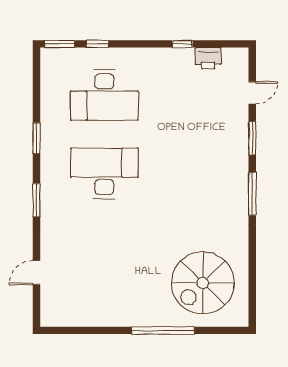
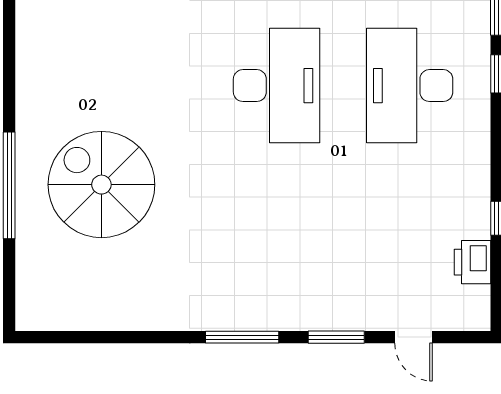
spiral stairs: (203, 283) -> (101, 185), moved

